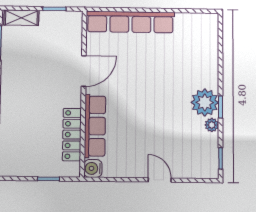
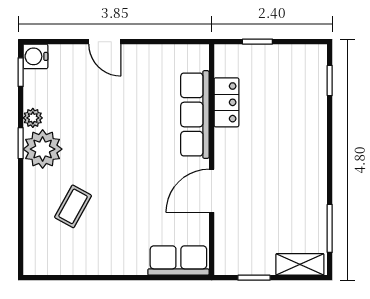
row of seats: (130, 22) -> (178, 261), width x0.50
coffee table: (183, 61) -> (73, 206), added
locker: (72, 135) -> (226, 102), width x0.66
water cooler: (93, 168) -> (35, 56), moved, turned 180

